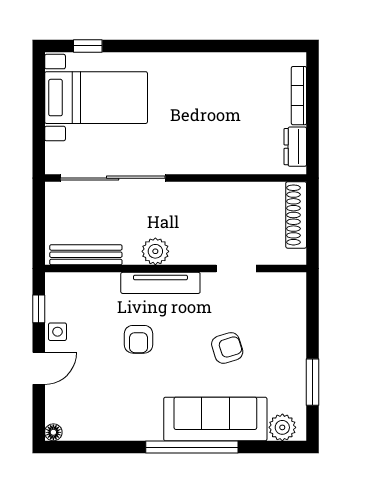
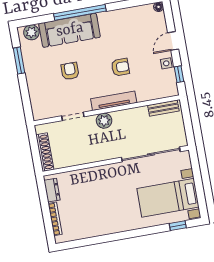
plant: (155, 251) -> (104, 121), moved
bench: (86, 255) -> (163, 108), width x0.73
armchair: (138, 339) -> (120, 67), turned 90
armchair: (227, 348) -> (70, 71), turned 107

